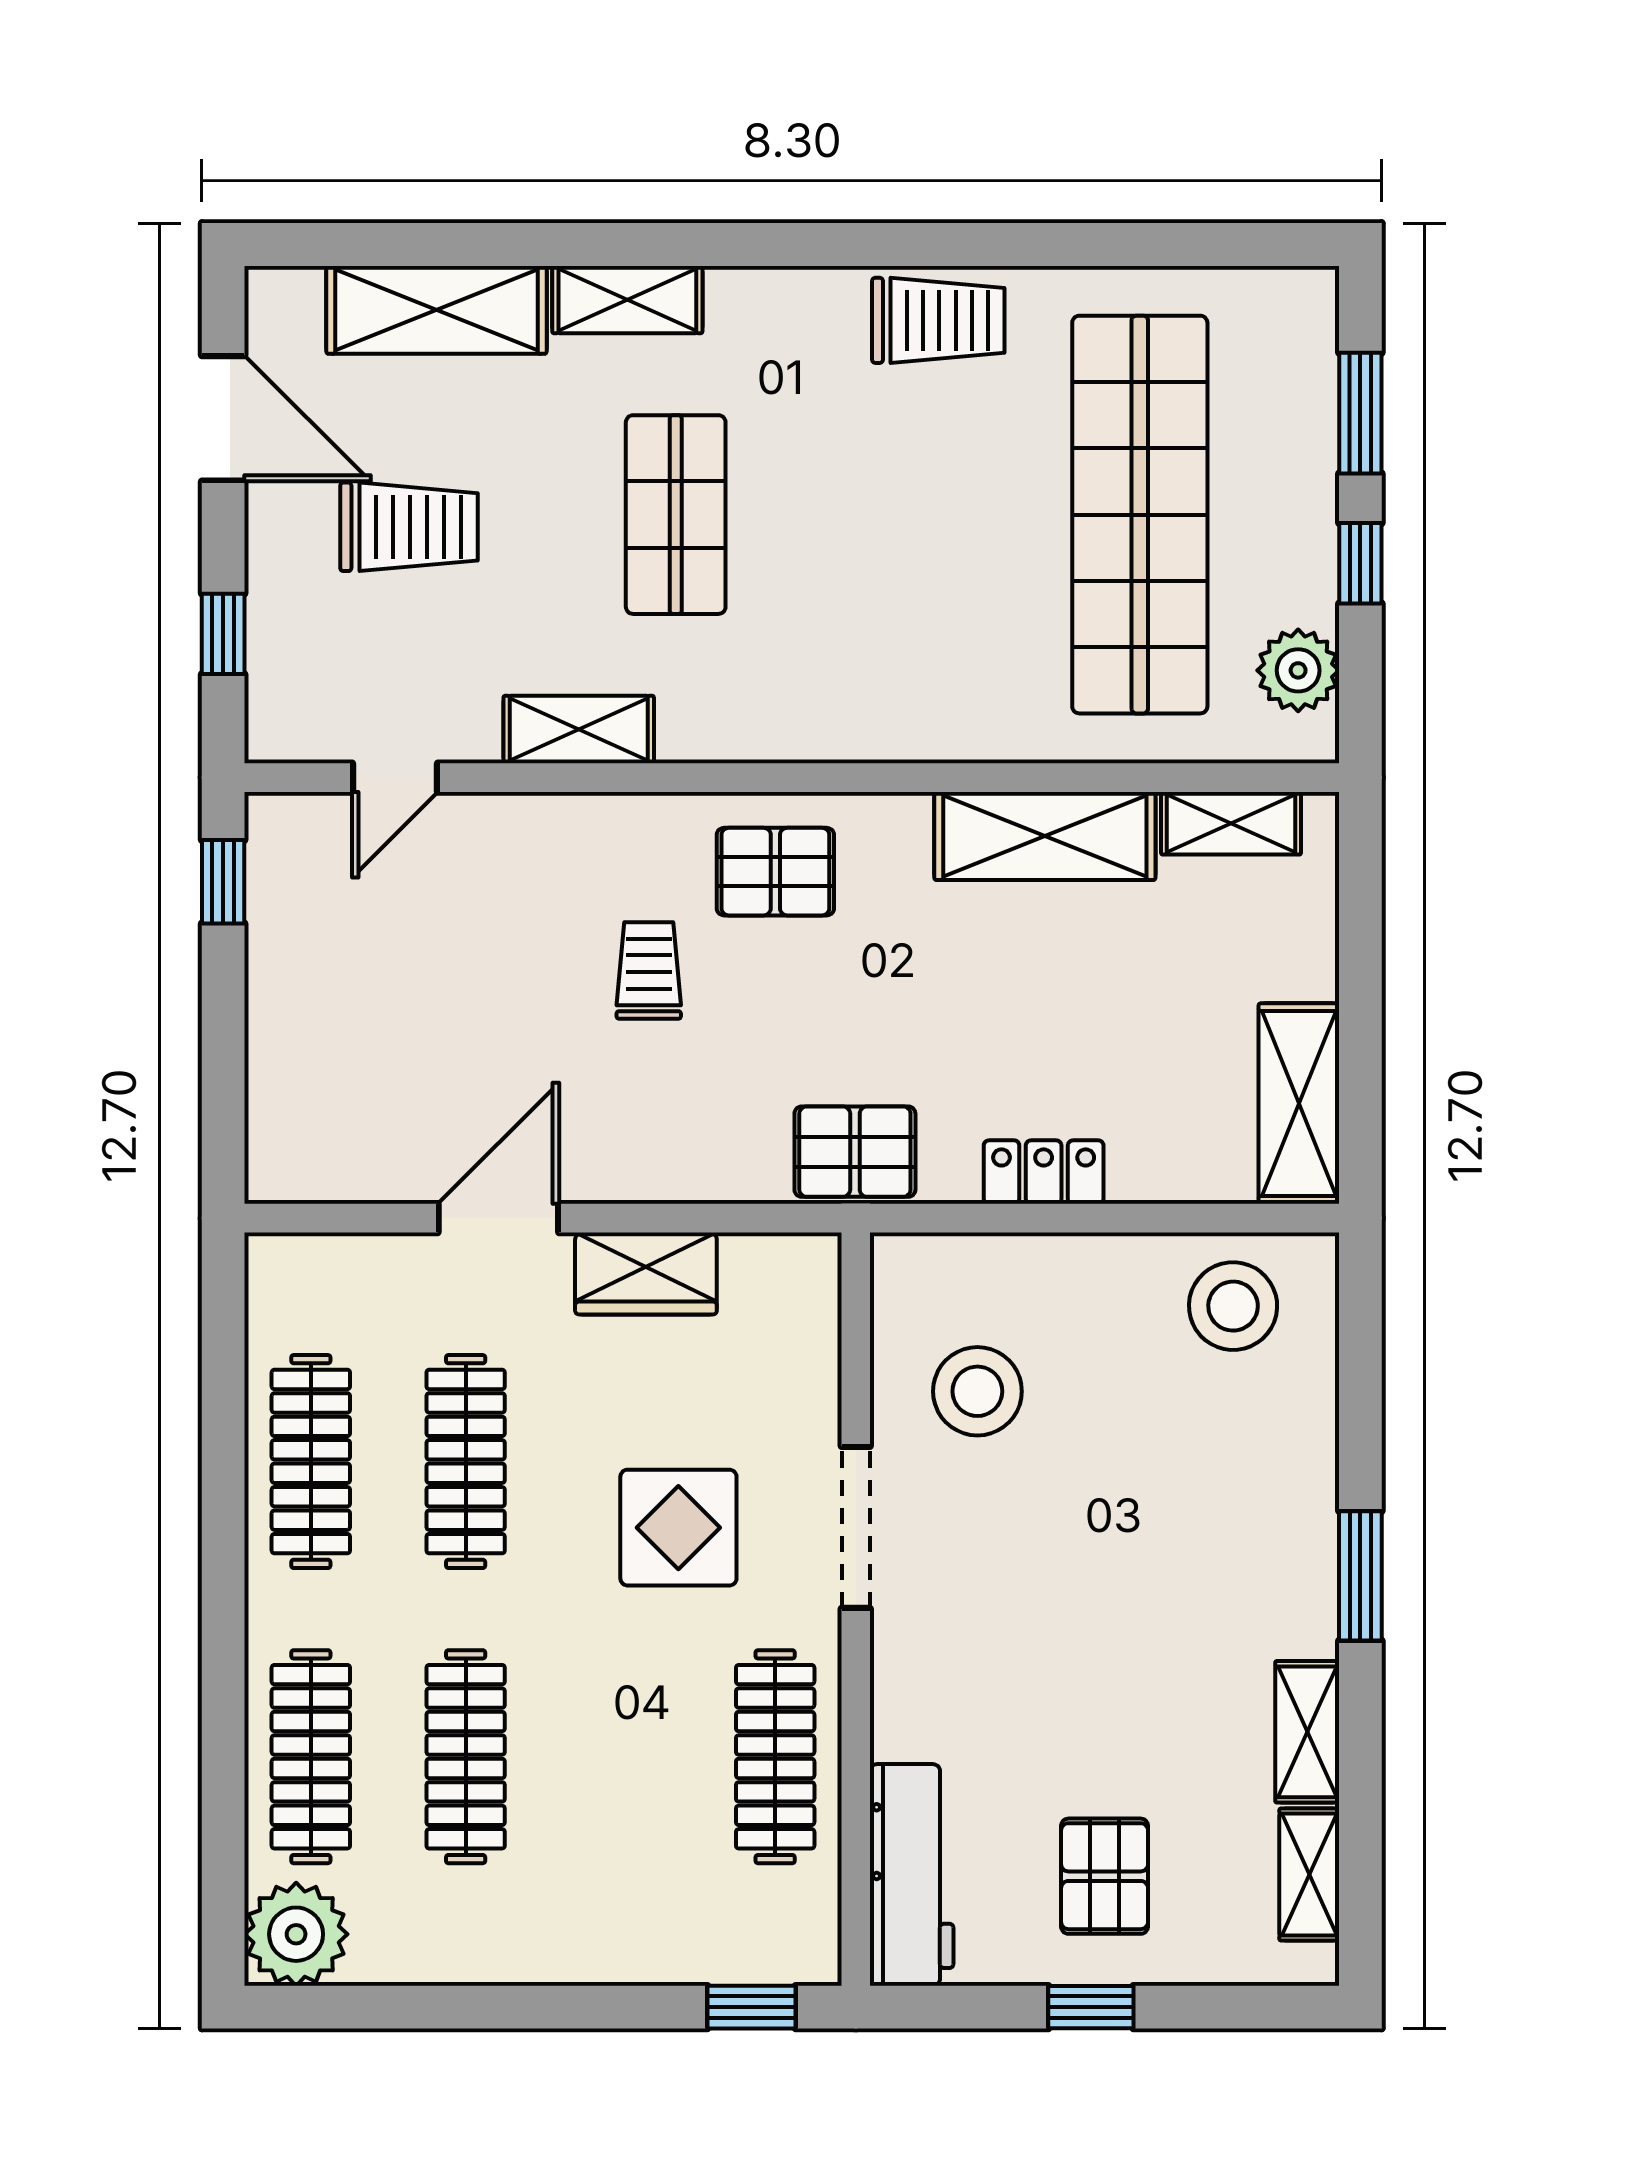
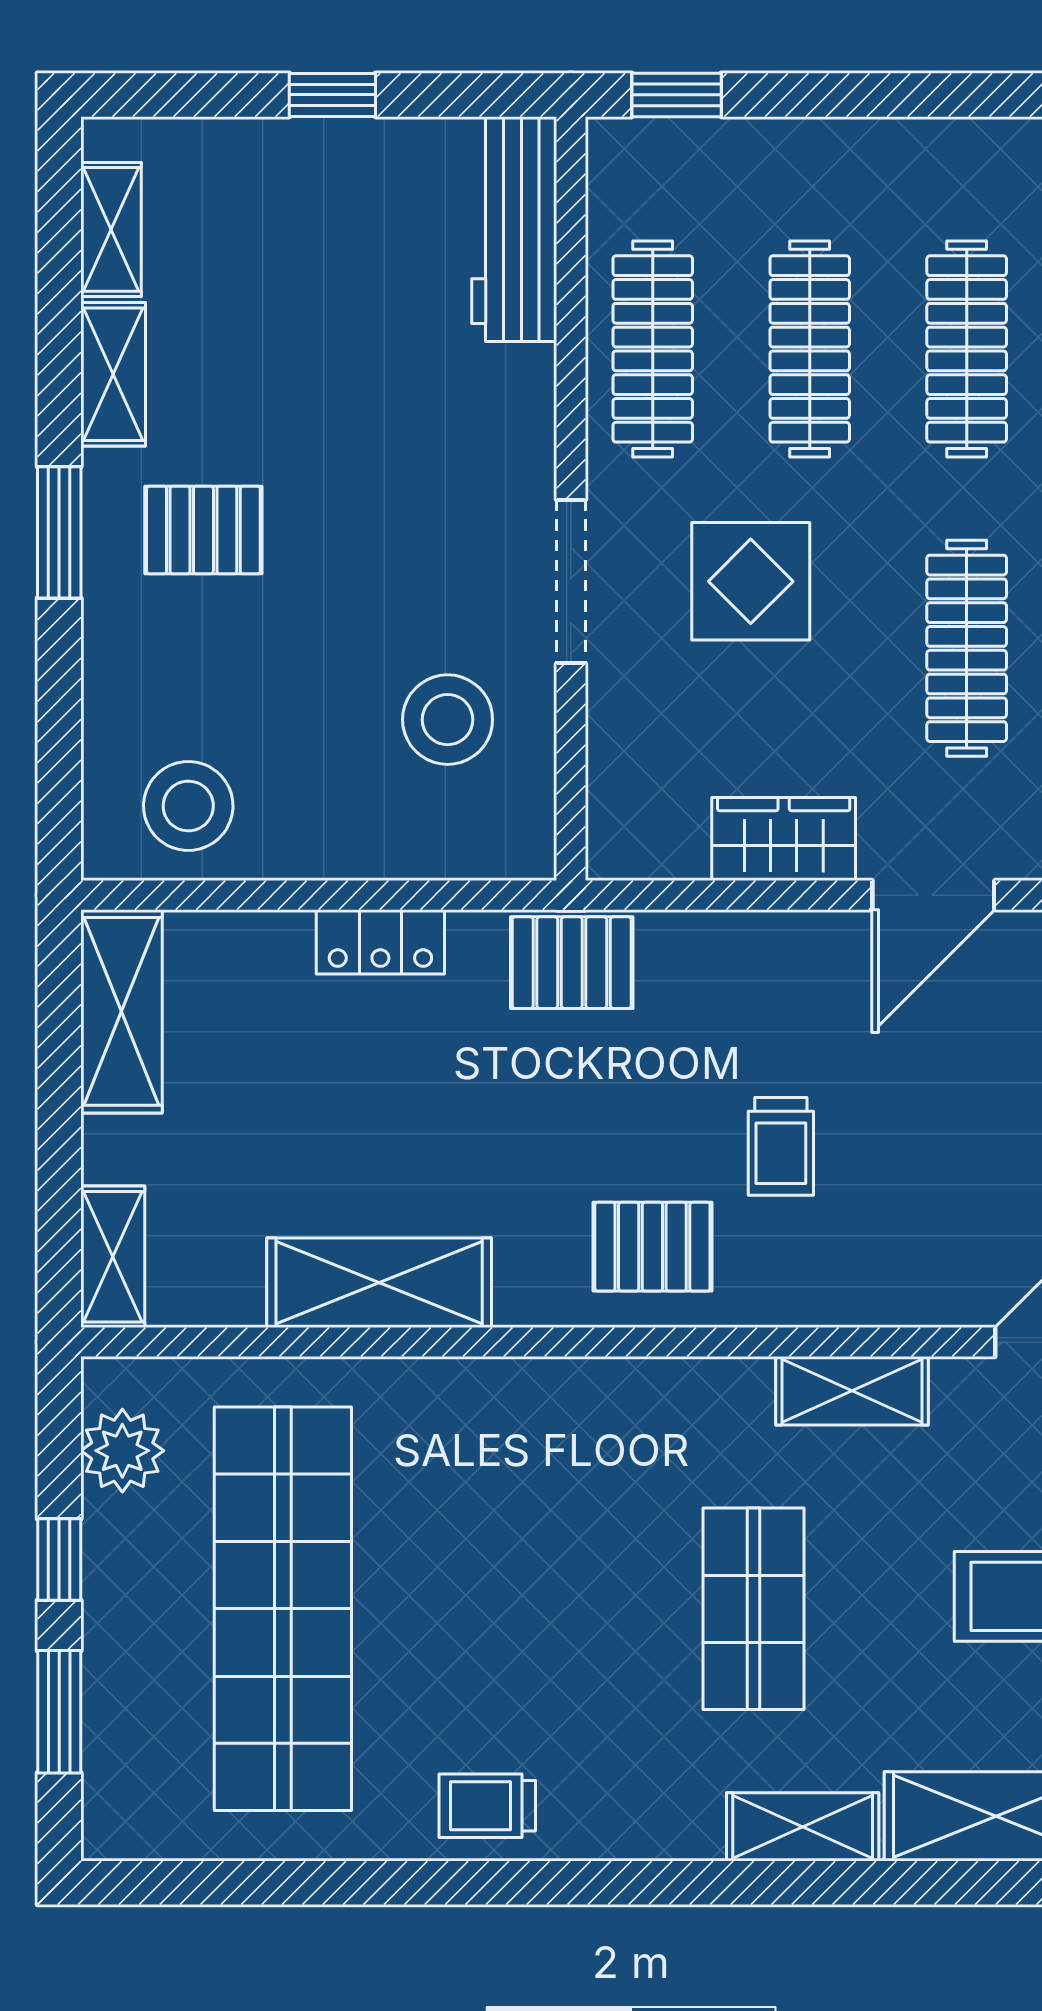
trolley: (938, 320) -> (487, 1806), width x0.73, depth x0.72
shelving: (1231, 823) -> (113, 1257), moved, turned 90
clothes rail: (620, 1757) -> (810, 349), added
pallet: (1105, 1876) -> (203, 530), moved, turned 90

